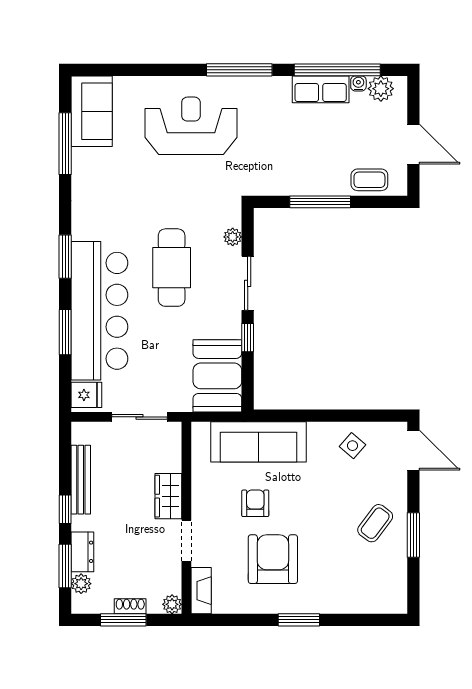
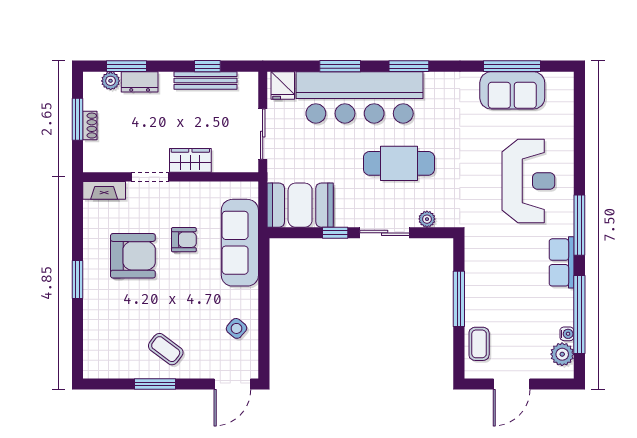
row of seats: (321, 89) -> (562, 262), moved
sofa: (92, 111) -> (512, 90), moved
window: (65, 509) -> (207, 66), moved
plant: (172, 604) -> (92, 164), removed

